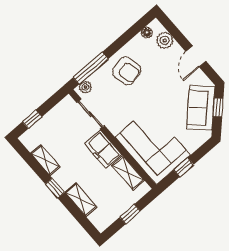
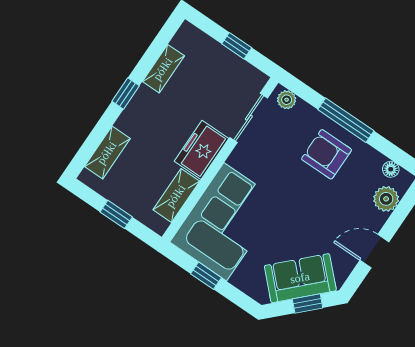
window: (91, 68) -> (346, 120), moved
armchair: (127, 71) -> (327, 154), turned 103
window: (32, 119) -> (237, 46), moved
shelving: (81, 200) -> (107, 153), moved

